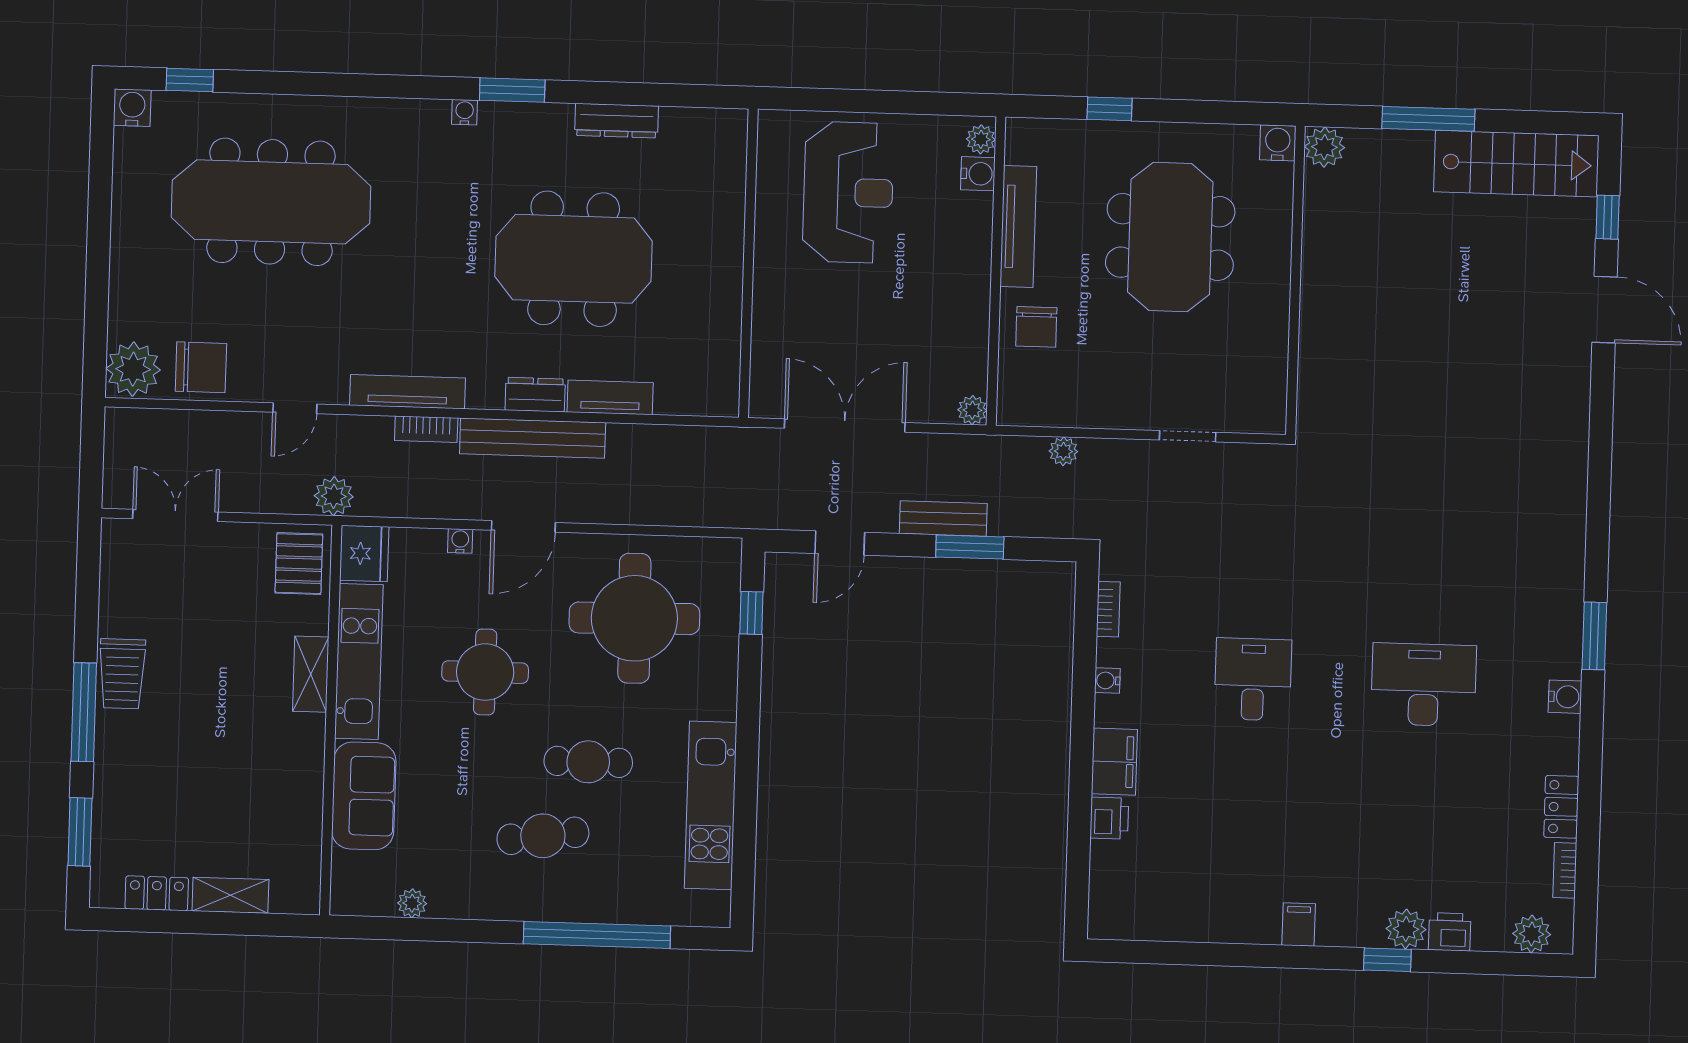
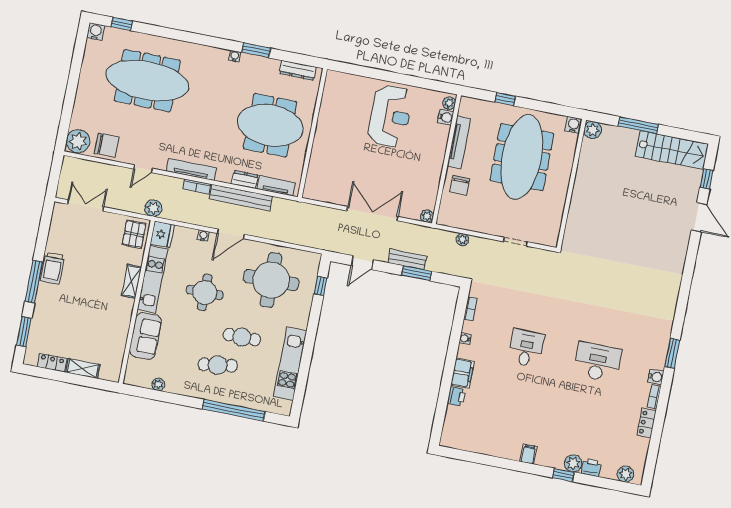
meeting table: (1170, 237) -> (522, 157), width x1.36
wall: (748, 263) -> (312, 133), moved
bookcase: (1565, 870) -> (654, 397), moved

